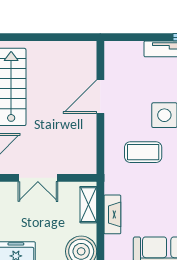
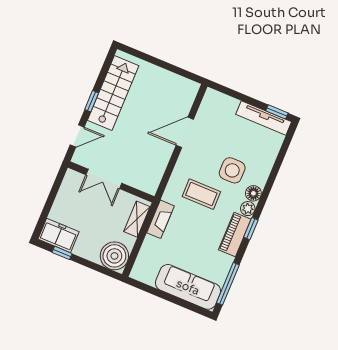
fireplace: (112, 214) -> (160, 219), moved

